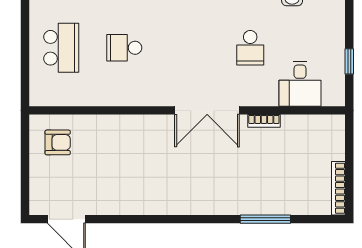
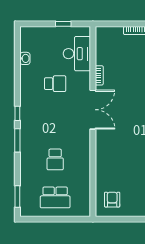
school desk: (61, 48) -> (55, 197), turned 180
desk: (300, 84) -> (77, 54), width x1.37

